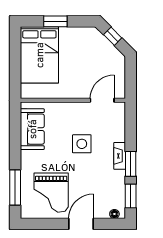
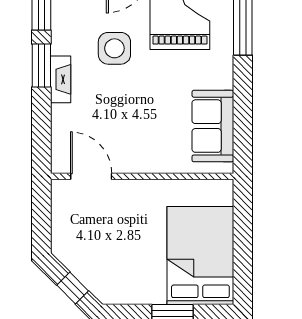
door: (102, 100) -> (91, 176), swing flipped
side table: (82, 144) -> (114, 48), moved

